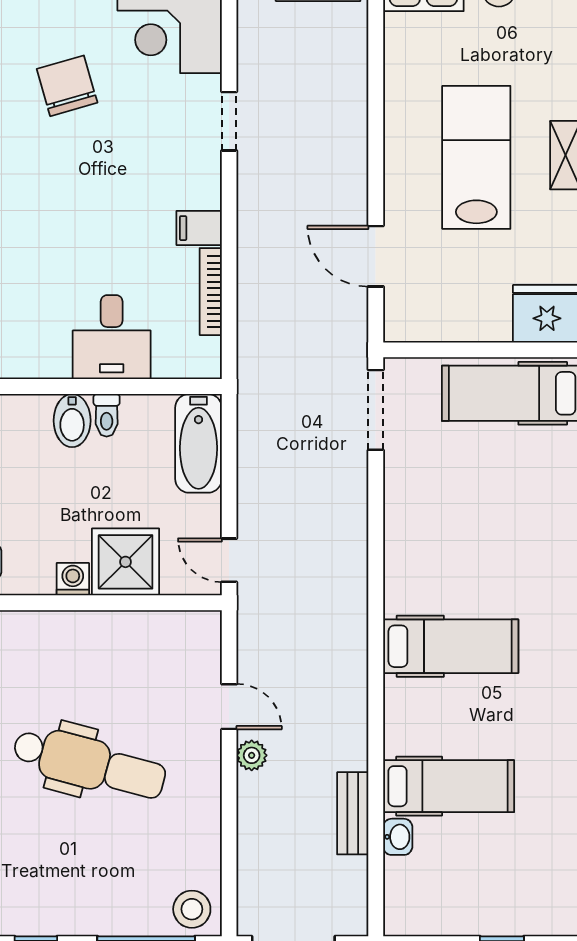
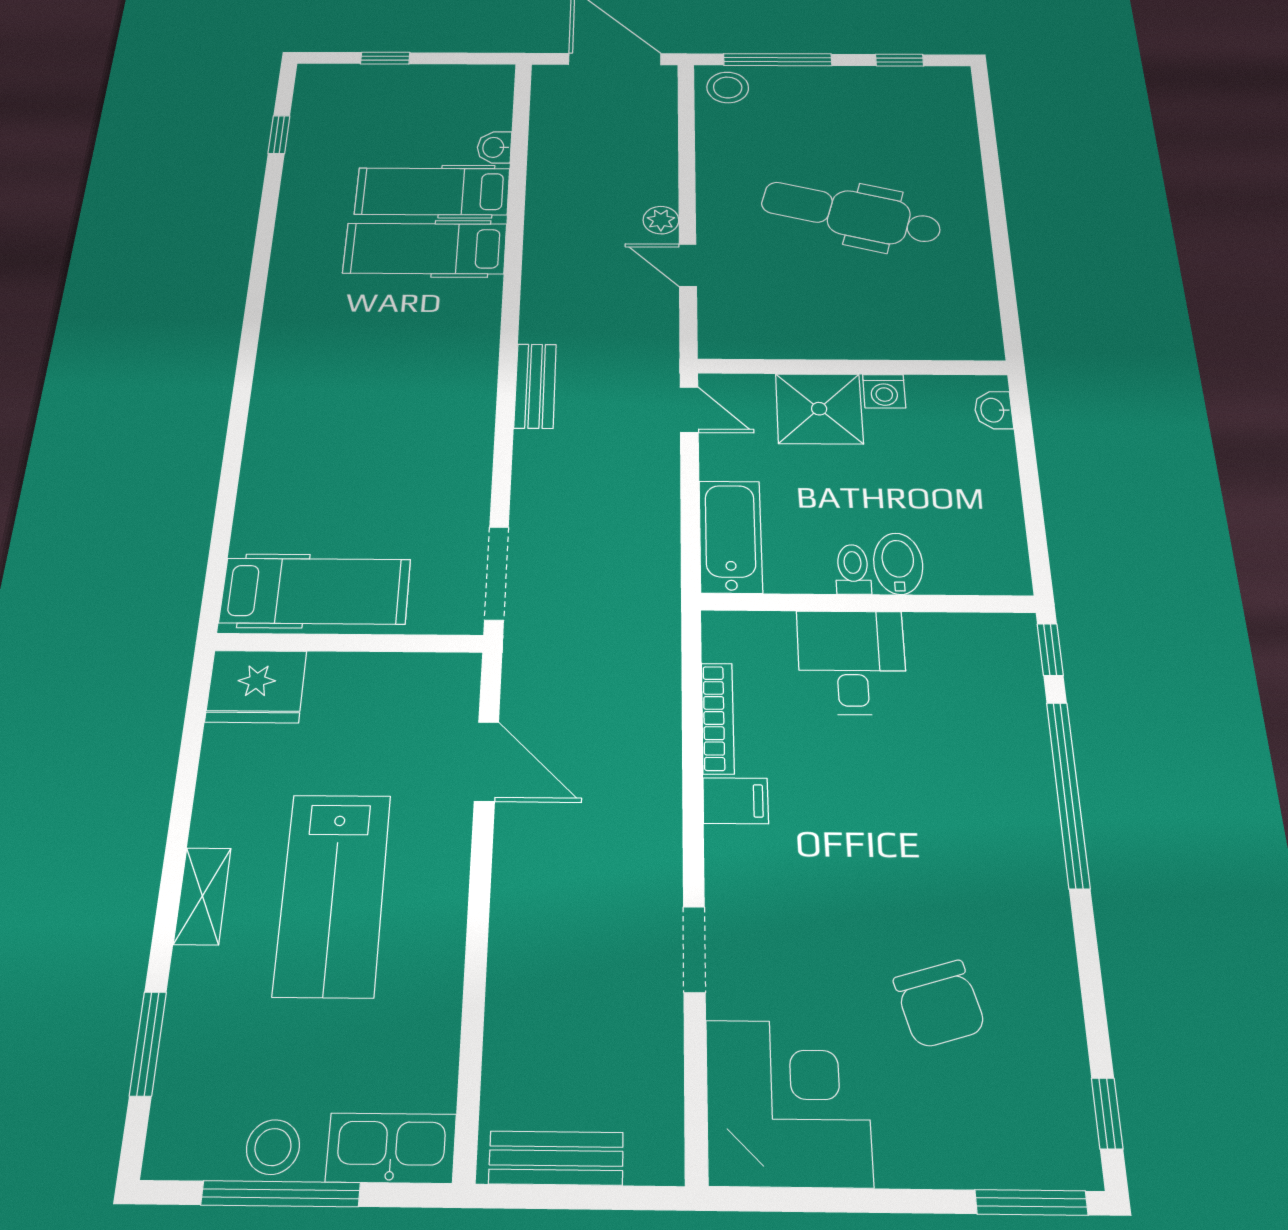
hospital bed: (451, 646) -> (425, 249), moved
bench: (353, 813) -> (535, 386), moved

